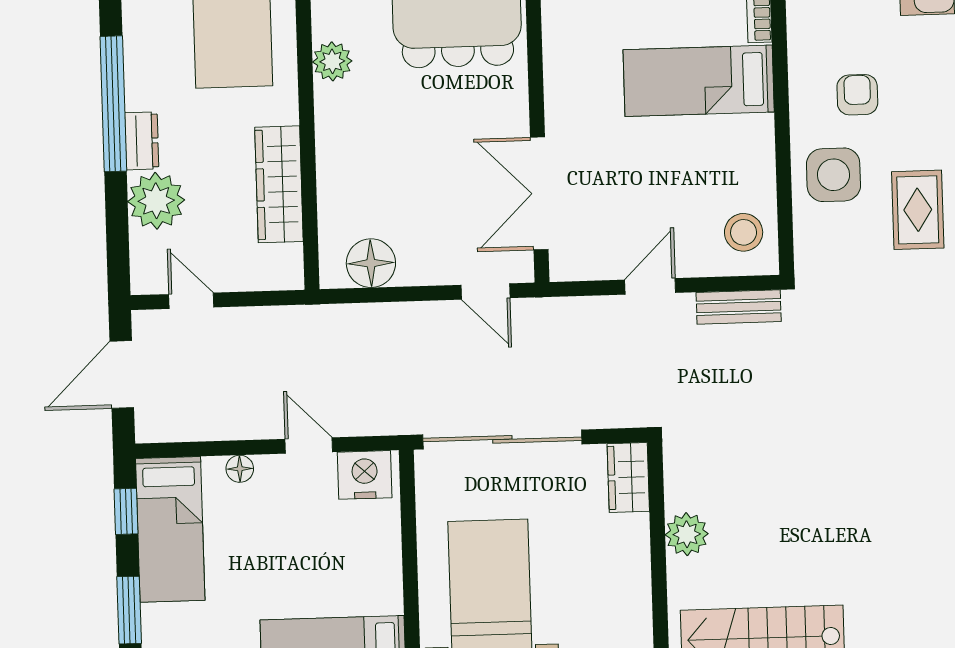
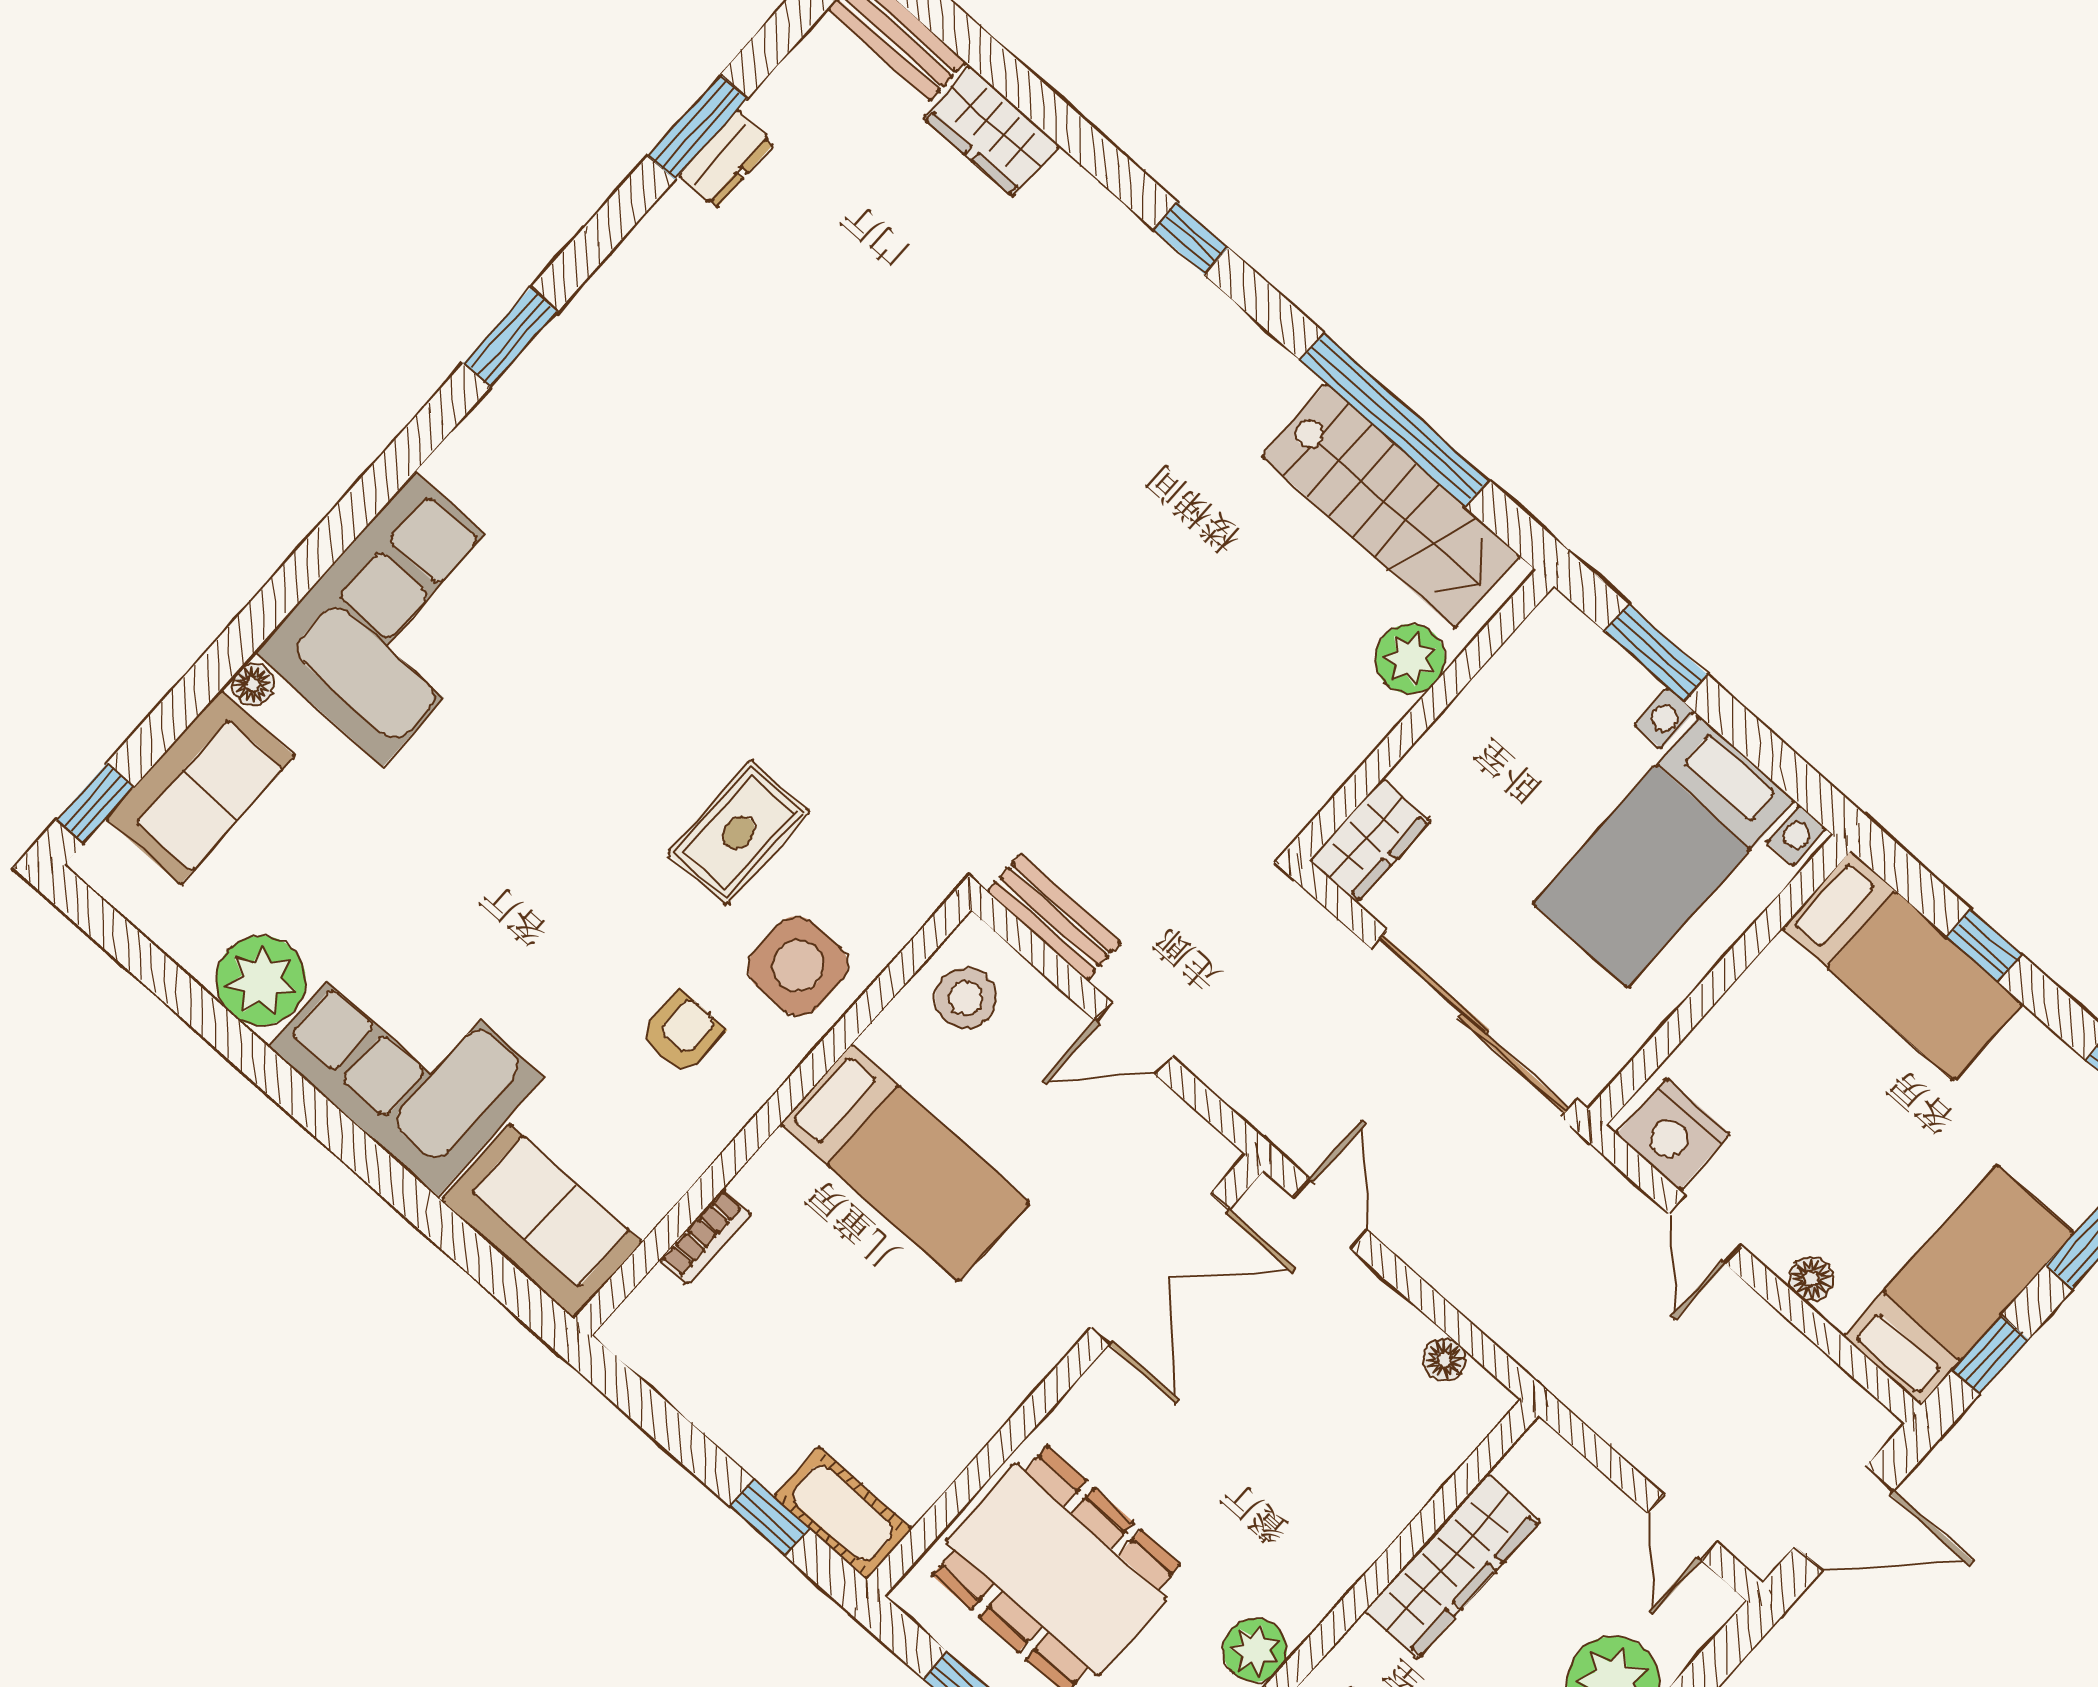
bed: (699, 81) -> (905, 1163), moved
armchair: (857, 95) -> (682, 1033), turned 180
floor lamp: (371, 263) -> (1445, 1359), width x0.53, depth x0.53
plant: (687, 534) -> (1410, 659), moved

